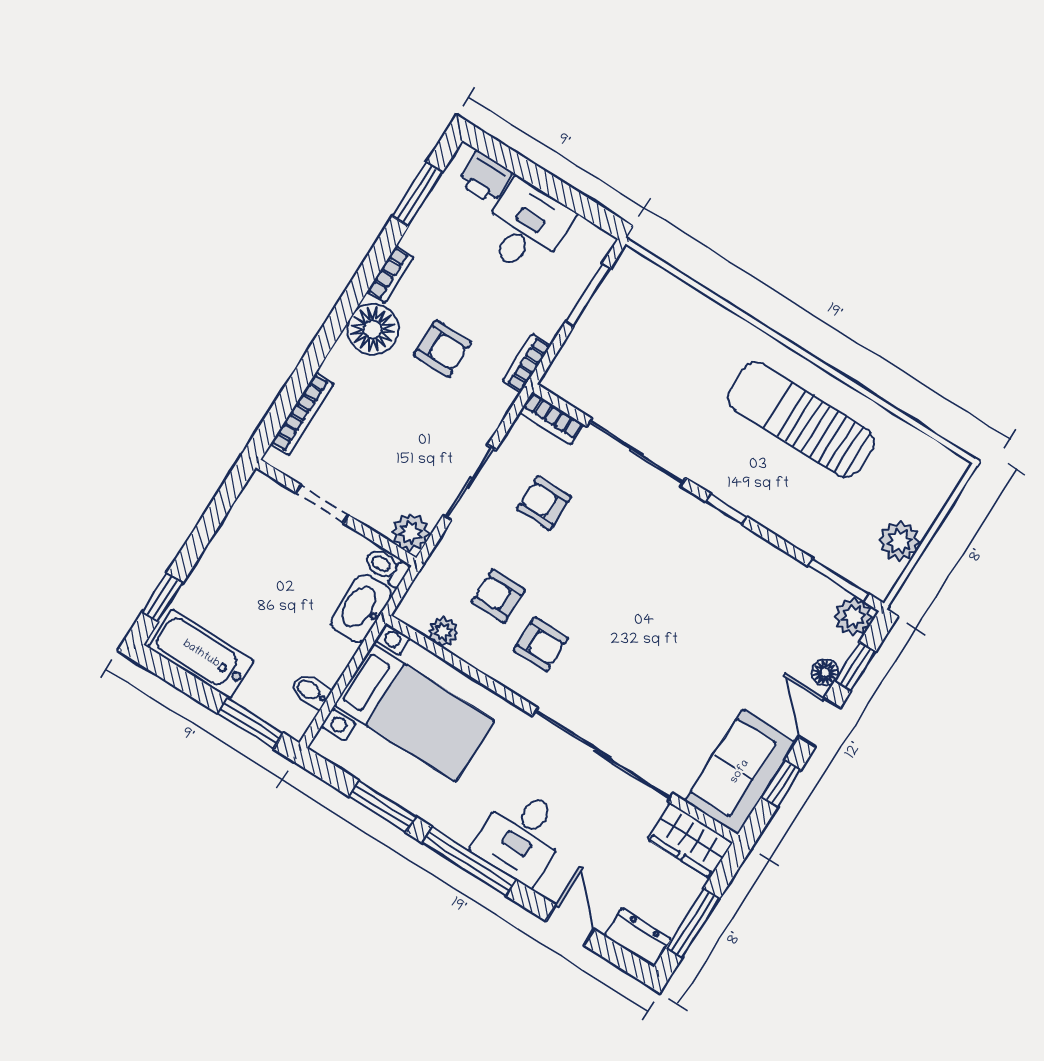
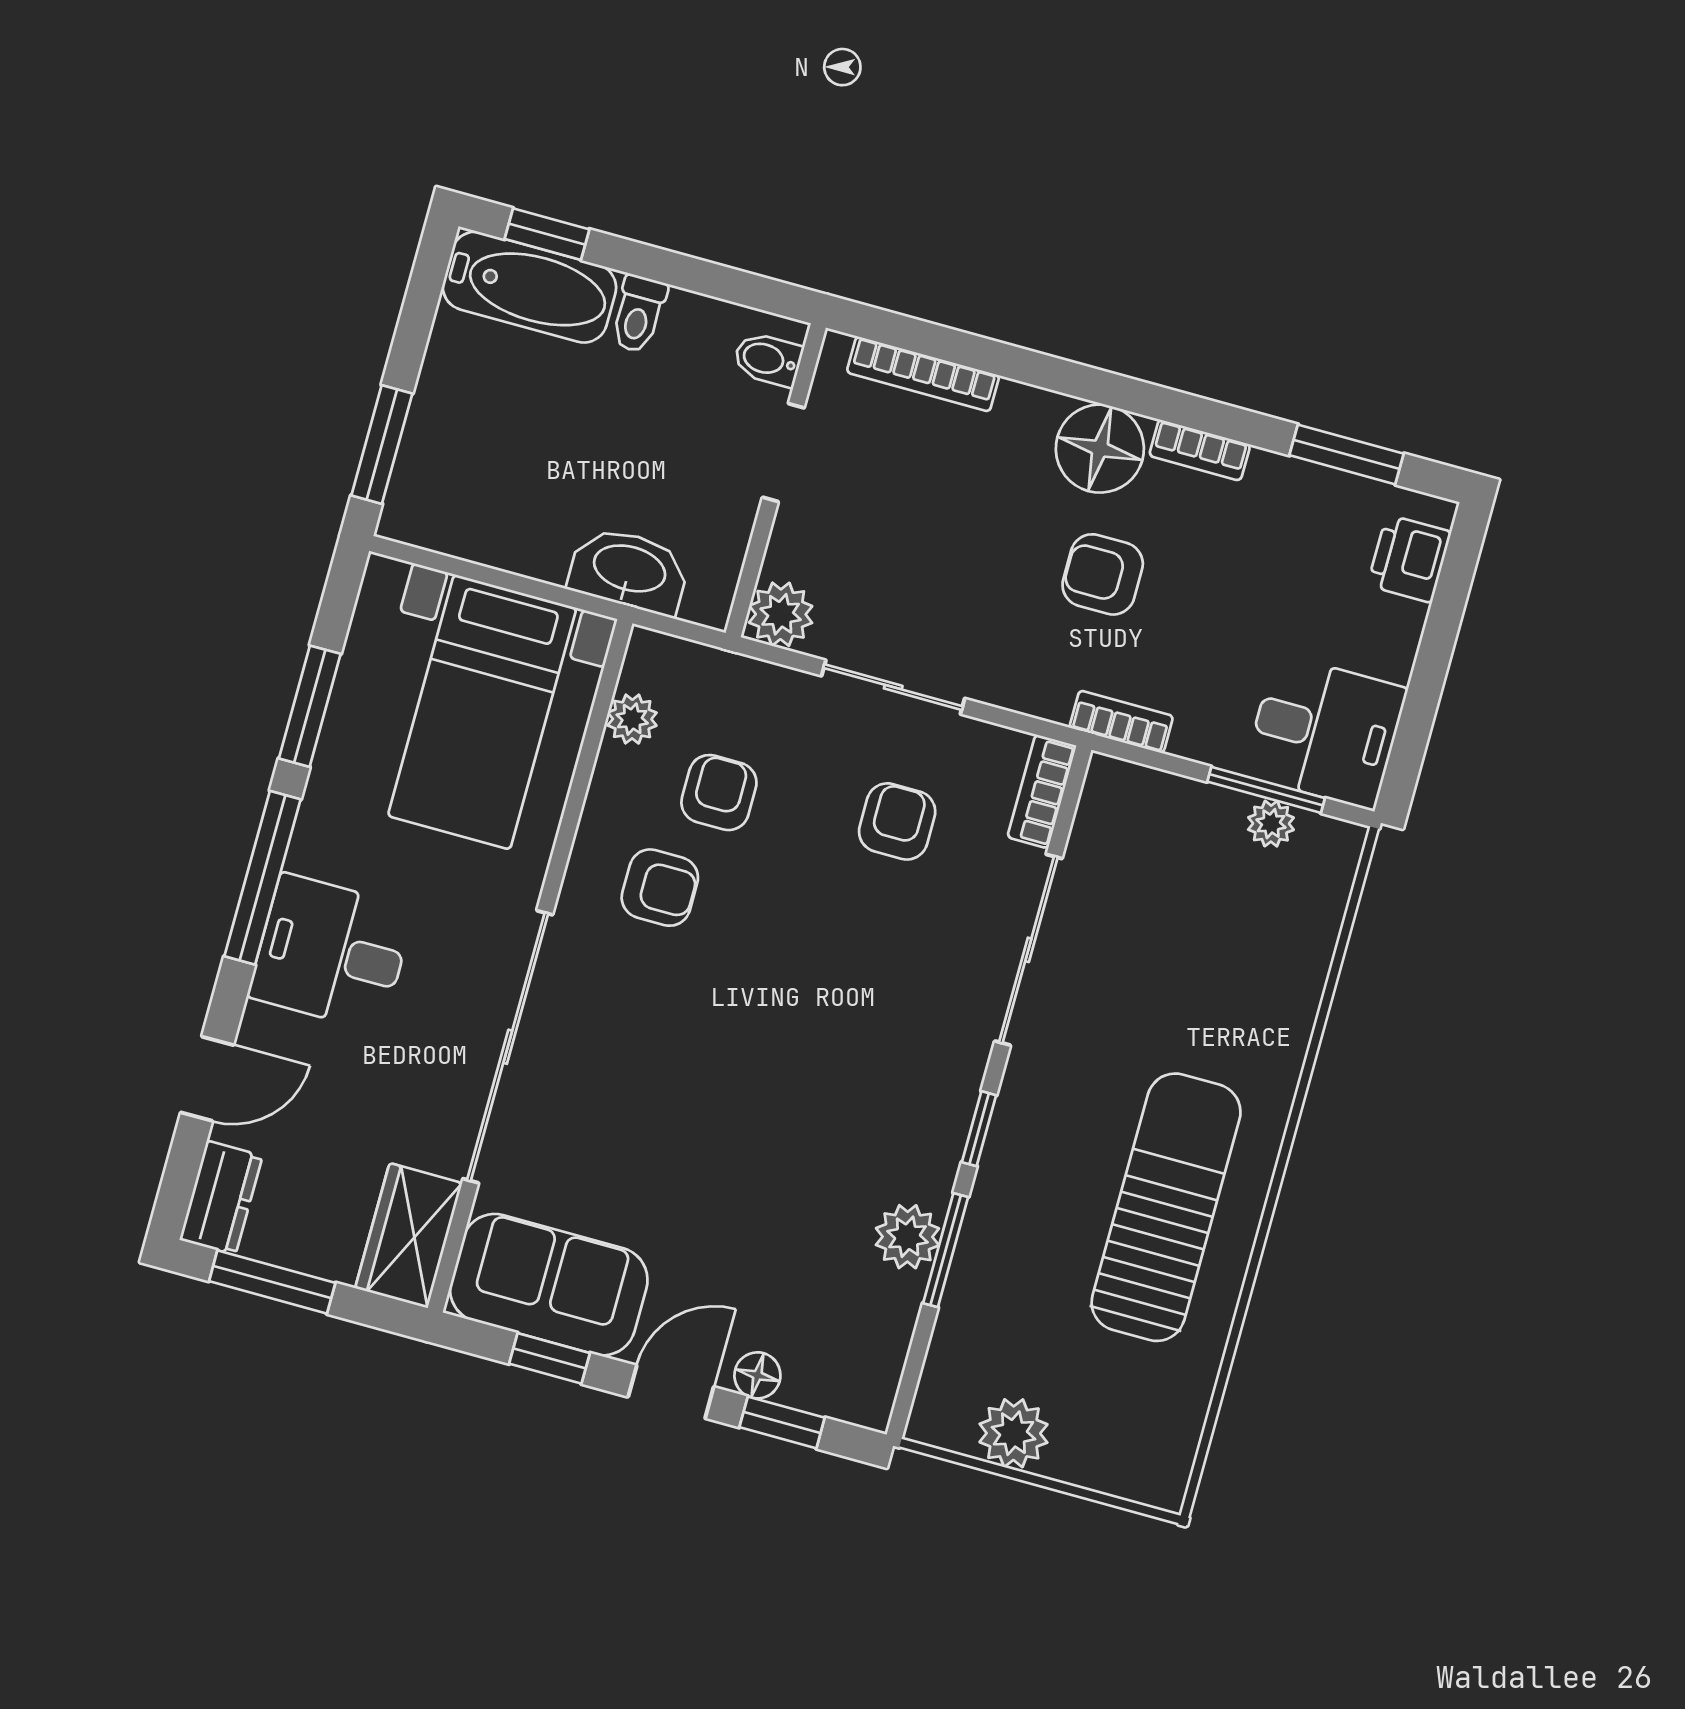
desk: (526, 227) -> (1325, 732), moved
plant: (608, 298) -> (1271, 824), added
armchair: (442, 349) -> (1103, 574), turned 90
toilet: (386, 567) -> (638, 314), moved, turned 180
window: (838, 580) -> (946, 1250), moved
plant: (853, 617) -> (907, 1237), moved
armchair: (541, 644) -> (660, 888), turned -90
bathtub: (201, 654) -> (529, 287), moved, turned 90
bidet: (311, 691) -> (768, 359), moved, turned -90

